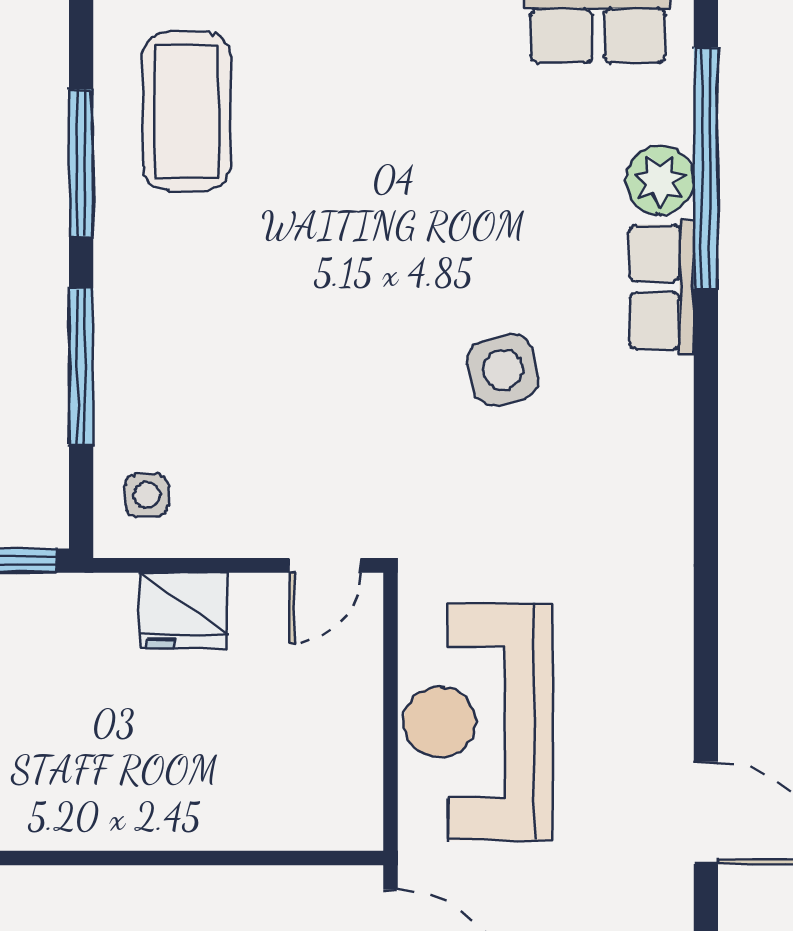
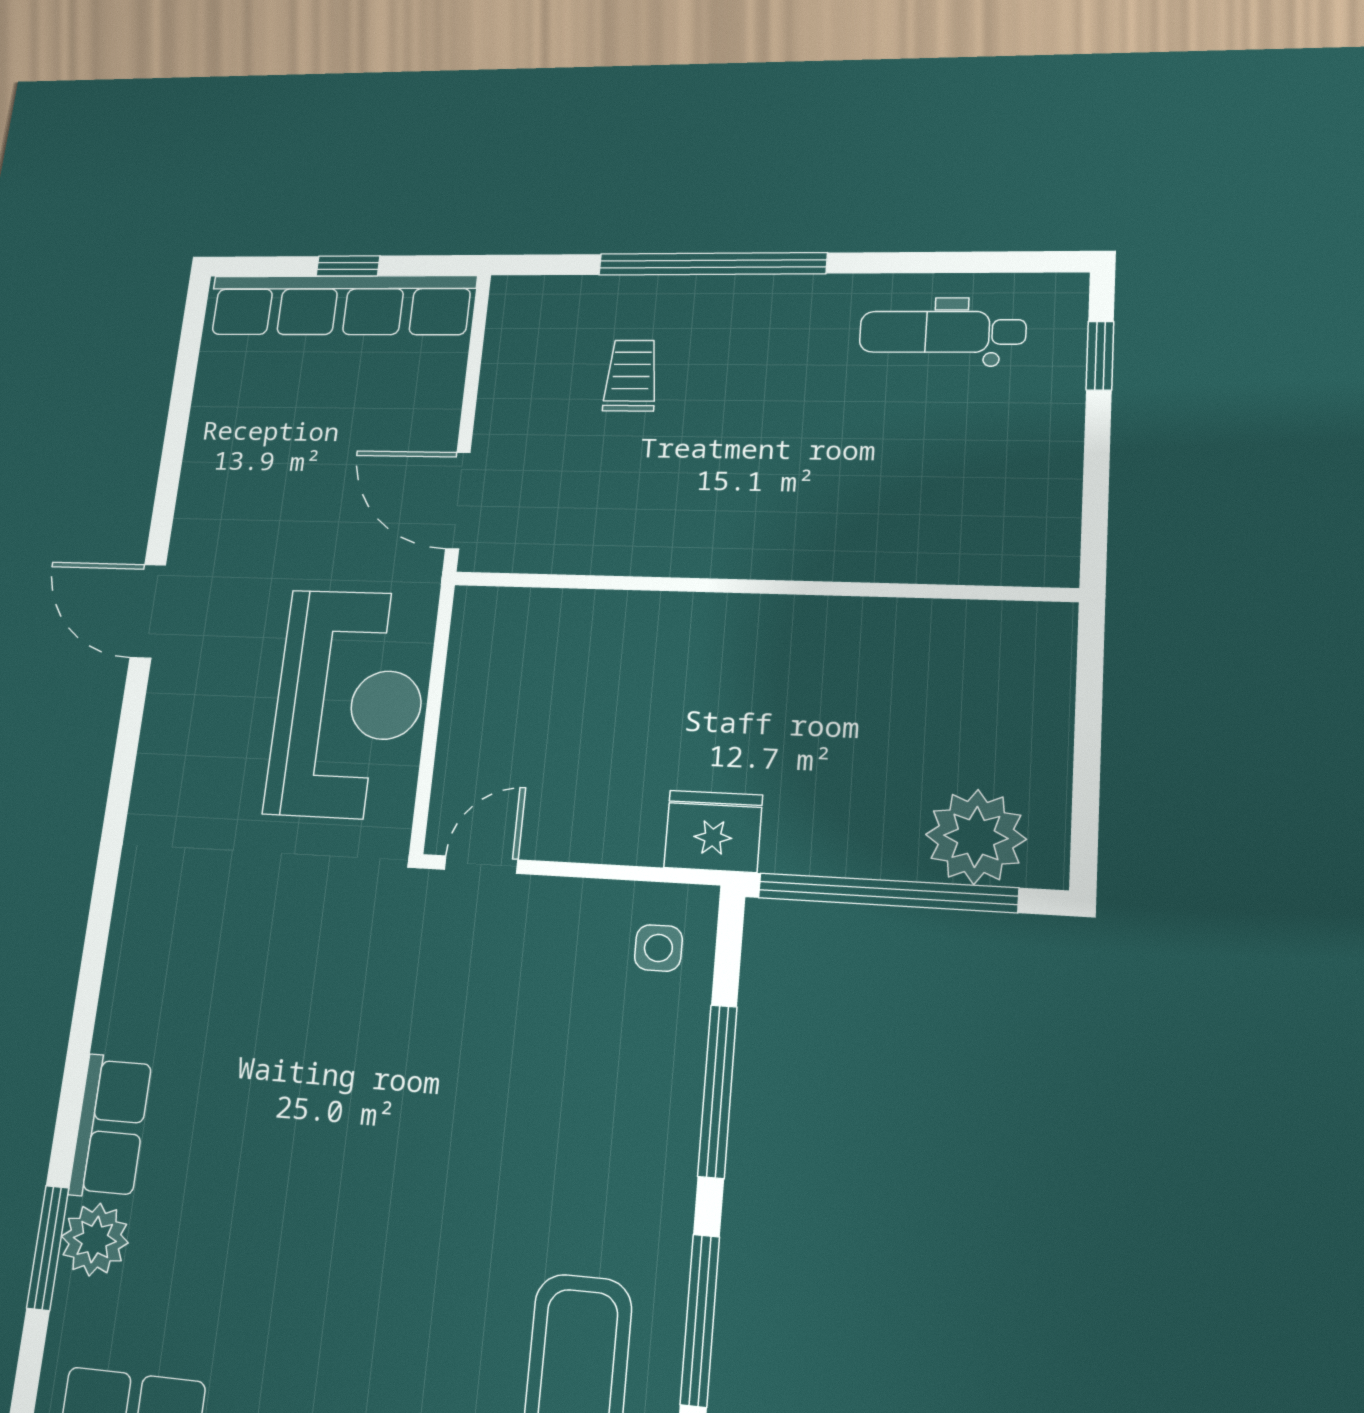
window: (706, 168) -> (48, 1248), width x0.47
side table: (503, 370) -> (278, 1053), removed
fridge: (183, 610) -> (713, 831), moved

